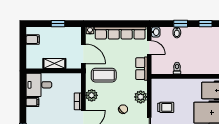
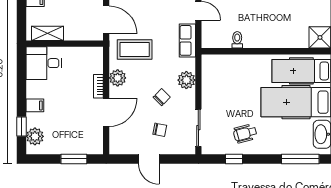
shelving: (54, 64) -> (47, 33), moved
filing cabinet: (32, 102) -> (35, 105), moved
trolley: (166, 107) -> (221, 95), removed

